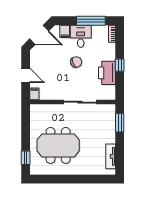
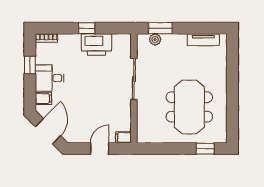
window: (91, 21) -> (30, 65), width x0.46
chair: (76, 62) -> (83, 84), removed
plant: (111, 119) -> (155, 39), added

